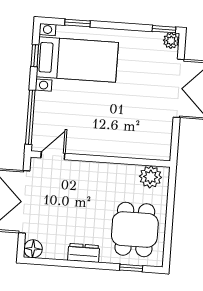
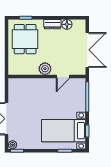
door: (53, 156) -> (63, 77), moved
plant: (150, 177) -> (45, 69), moved
floor lamp: (33, 249) -> (67, 24), moved

